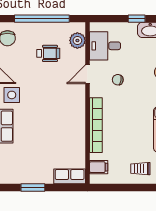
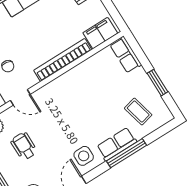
coffee table: (20, 159) -> (138, 112), added
filing cabinet: (99, 167) -> (100, 33), width x2.00

